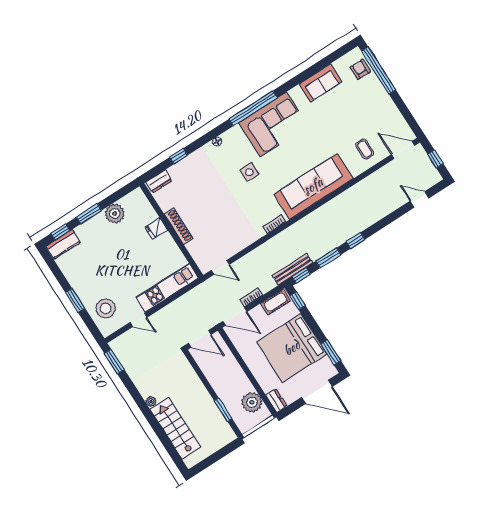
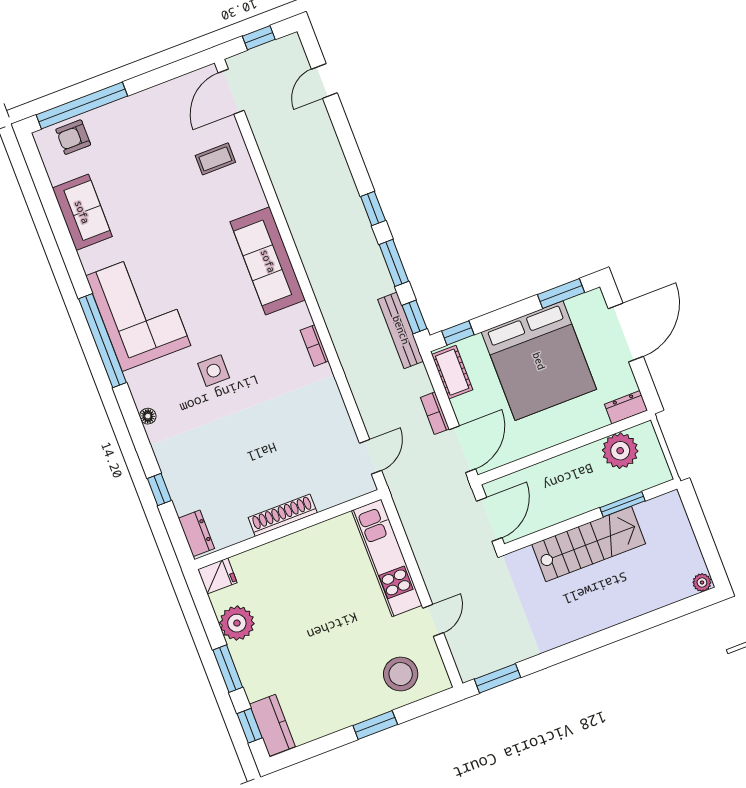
sofa: (313, 186) -> (268, 261), width x0.74, depth x0.79
fridge: (156, 228) -> (217, 576), moved, turned -90
plant: (151, 401) -> (702, 582), moved
stairs: (175, 428) -> (589, 544), moved, turned 180

